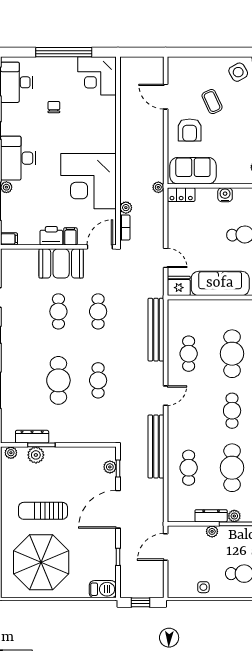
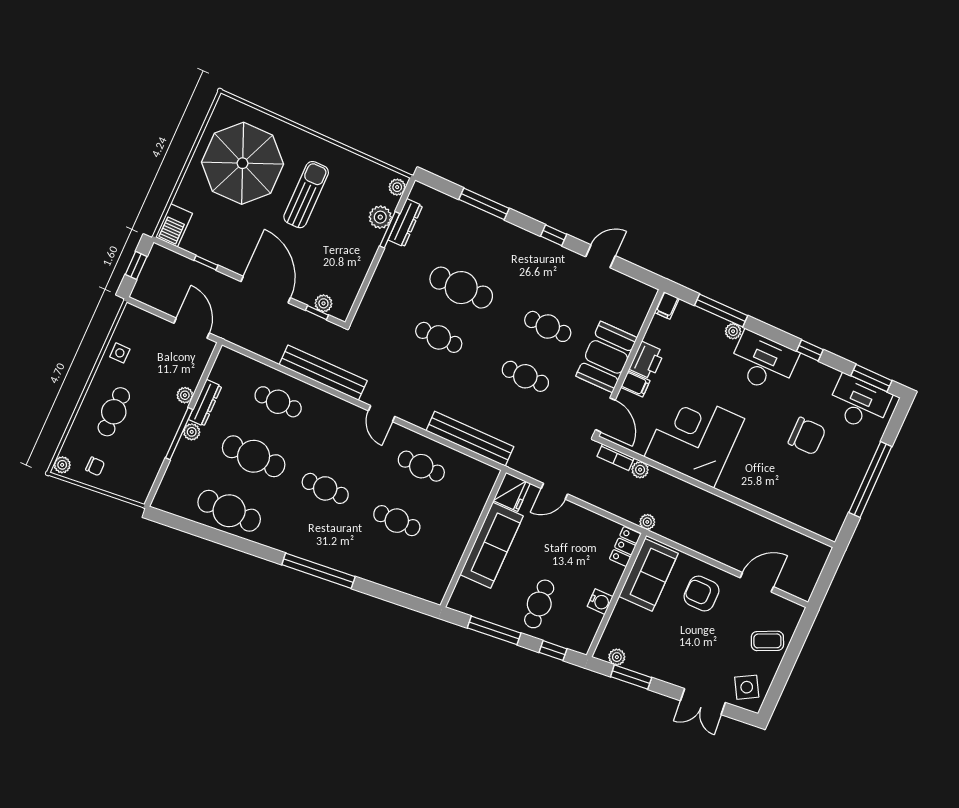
corner desk: (97, 76) -> (822, 508), removed
coffee table: (212, 102) -> (767, 641), moved
chair: (54, 107) -> (807, 436), width x1.87, depth x1.87
cafe table: (232, 354) -> (397, 521), width x0.73, depth x0.74

